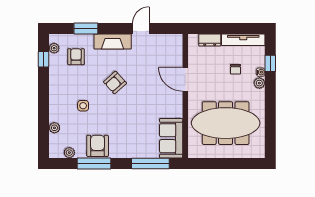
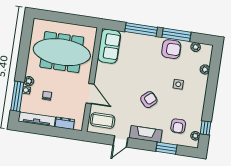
coffee table: (166, 50) -> (103, 120), added
window: (270, 63) -> (17, 96), width x2.17
armchair: (98, 146) -> (171, 49), turned -90
window: (150, 163) -> (141, 30), moved

